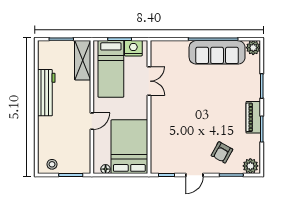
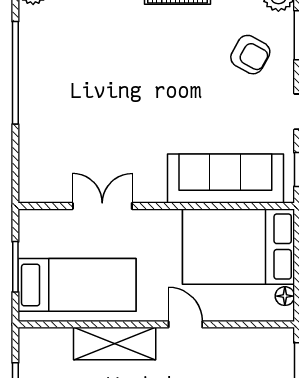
nightstand: (133, 48) -> (34, 238), removed
sofa: (217, 52) -> (225, 179), moved, turned -90
shelving: (83, 60) -> (115, 344), moved

